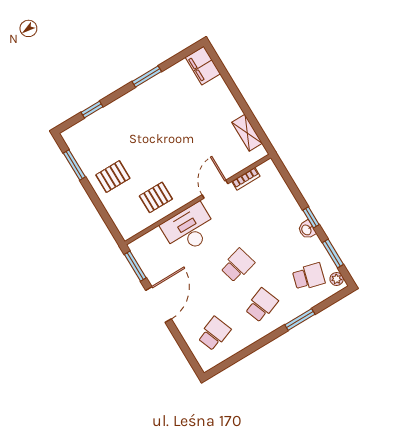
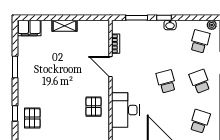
shelving: (247, 133) -> (64, 26), moved
pallet: (113, 177) -> (32, 118), moved
desk: (189, 229) -> (125, 110), moved
window: (333, 253) -> (137, 18), moved
school desk: (214, 334) -> (200, 121), turned 39

